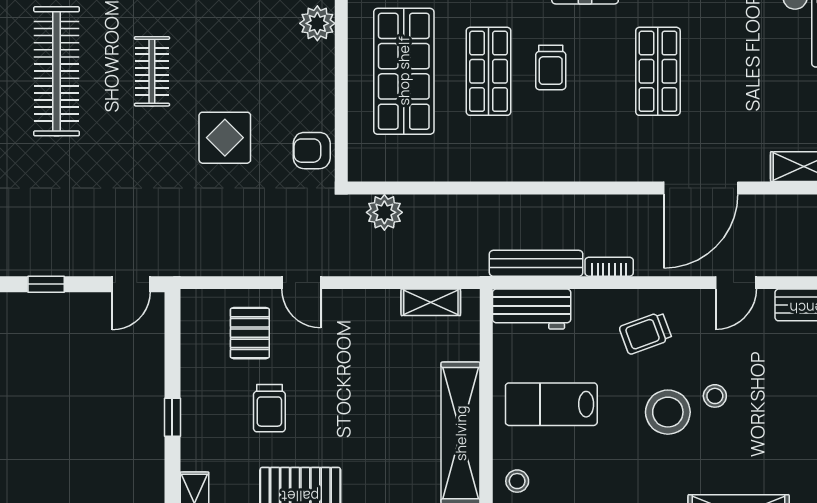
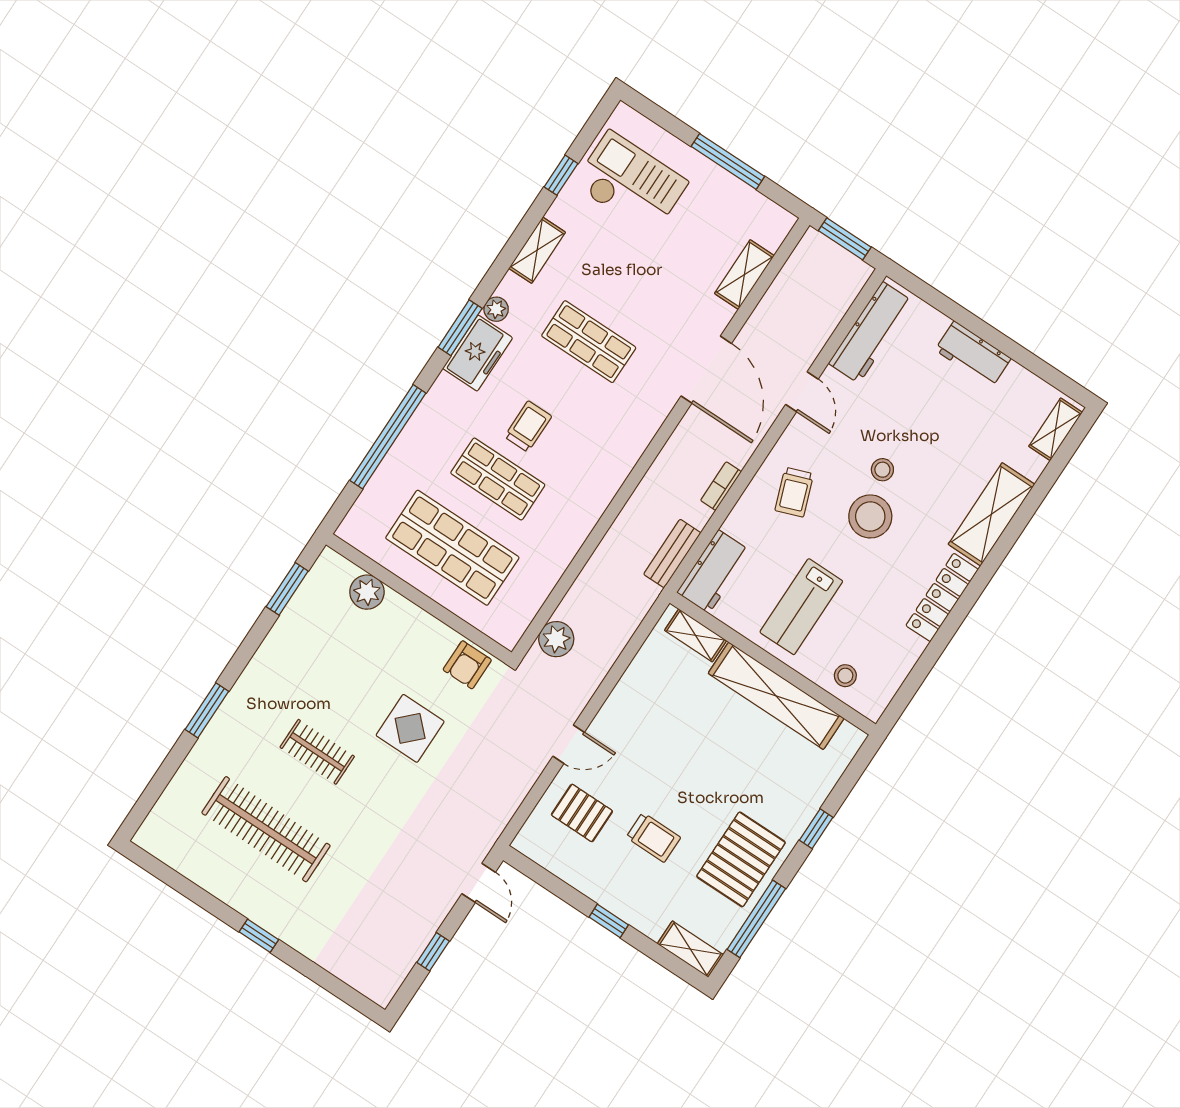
trolley: (551, 67) -> (528, 427), turned -90
bench: (536, 263) -> (672, 554), width x0.73
shelving: (431, 302) -> (696, 635), moved, turned 90

